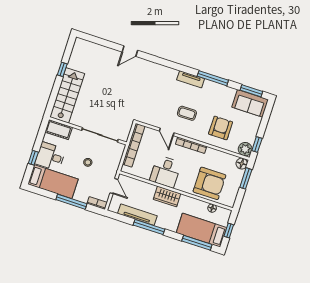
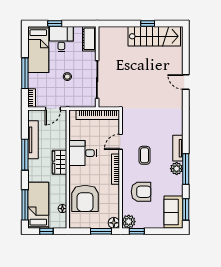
plant: (209, 87) -> (177, 169), added
stairs: (67, 95) -> (154, 36), moved

